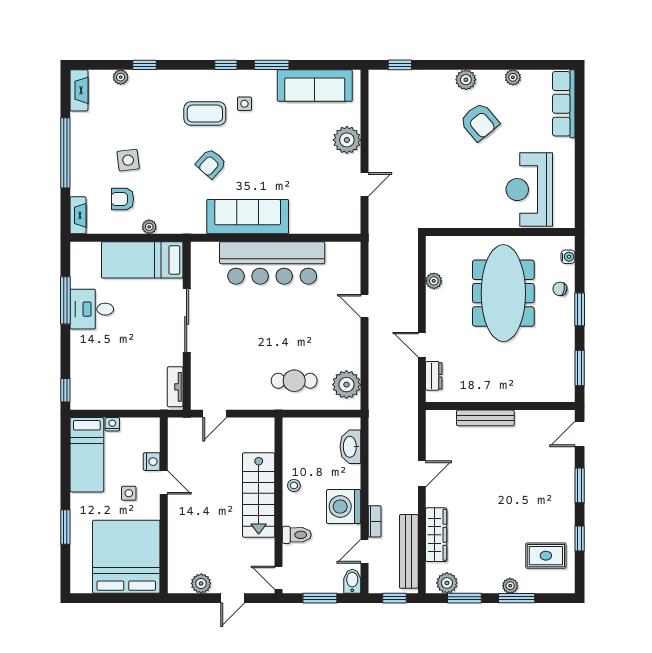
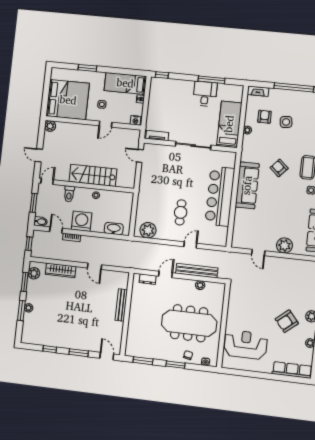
cafe table: (294, 381) -> (181, 212), moved
nightstand: (152, 462) -> (135, 120), moved
bench: (409, 551) -> (197, 271), moved
rug: (546, 556) -> (43, 329), removed
plant: (201, 583) -> (50, 126), moved

